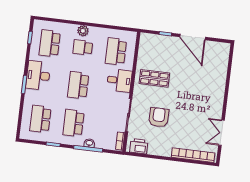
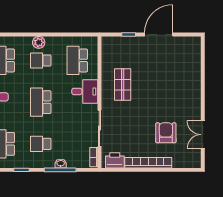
door: (193, 37) -> (159, 35), swing flipped
shop shelf: (154, 78) -> (123, 85), turned 90
armchair: (159, 117) -> (166, 133), moved
school desk: (73, 123) -> (41, 144), width x0.54
bookcase: (193, 155) -> (148, 163), moved

